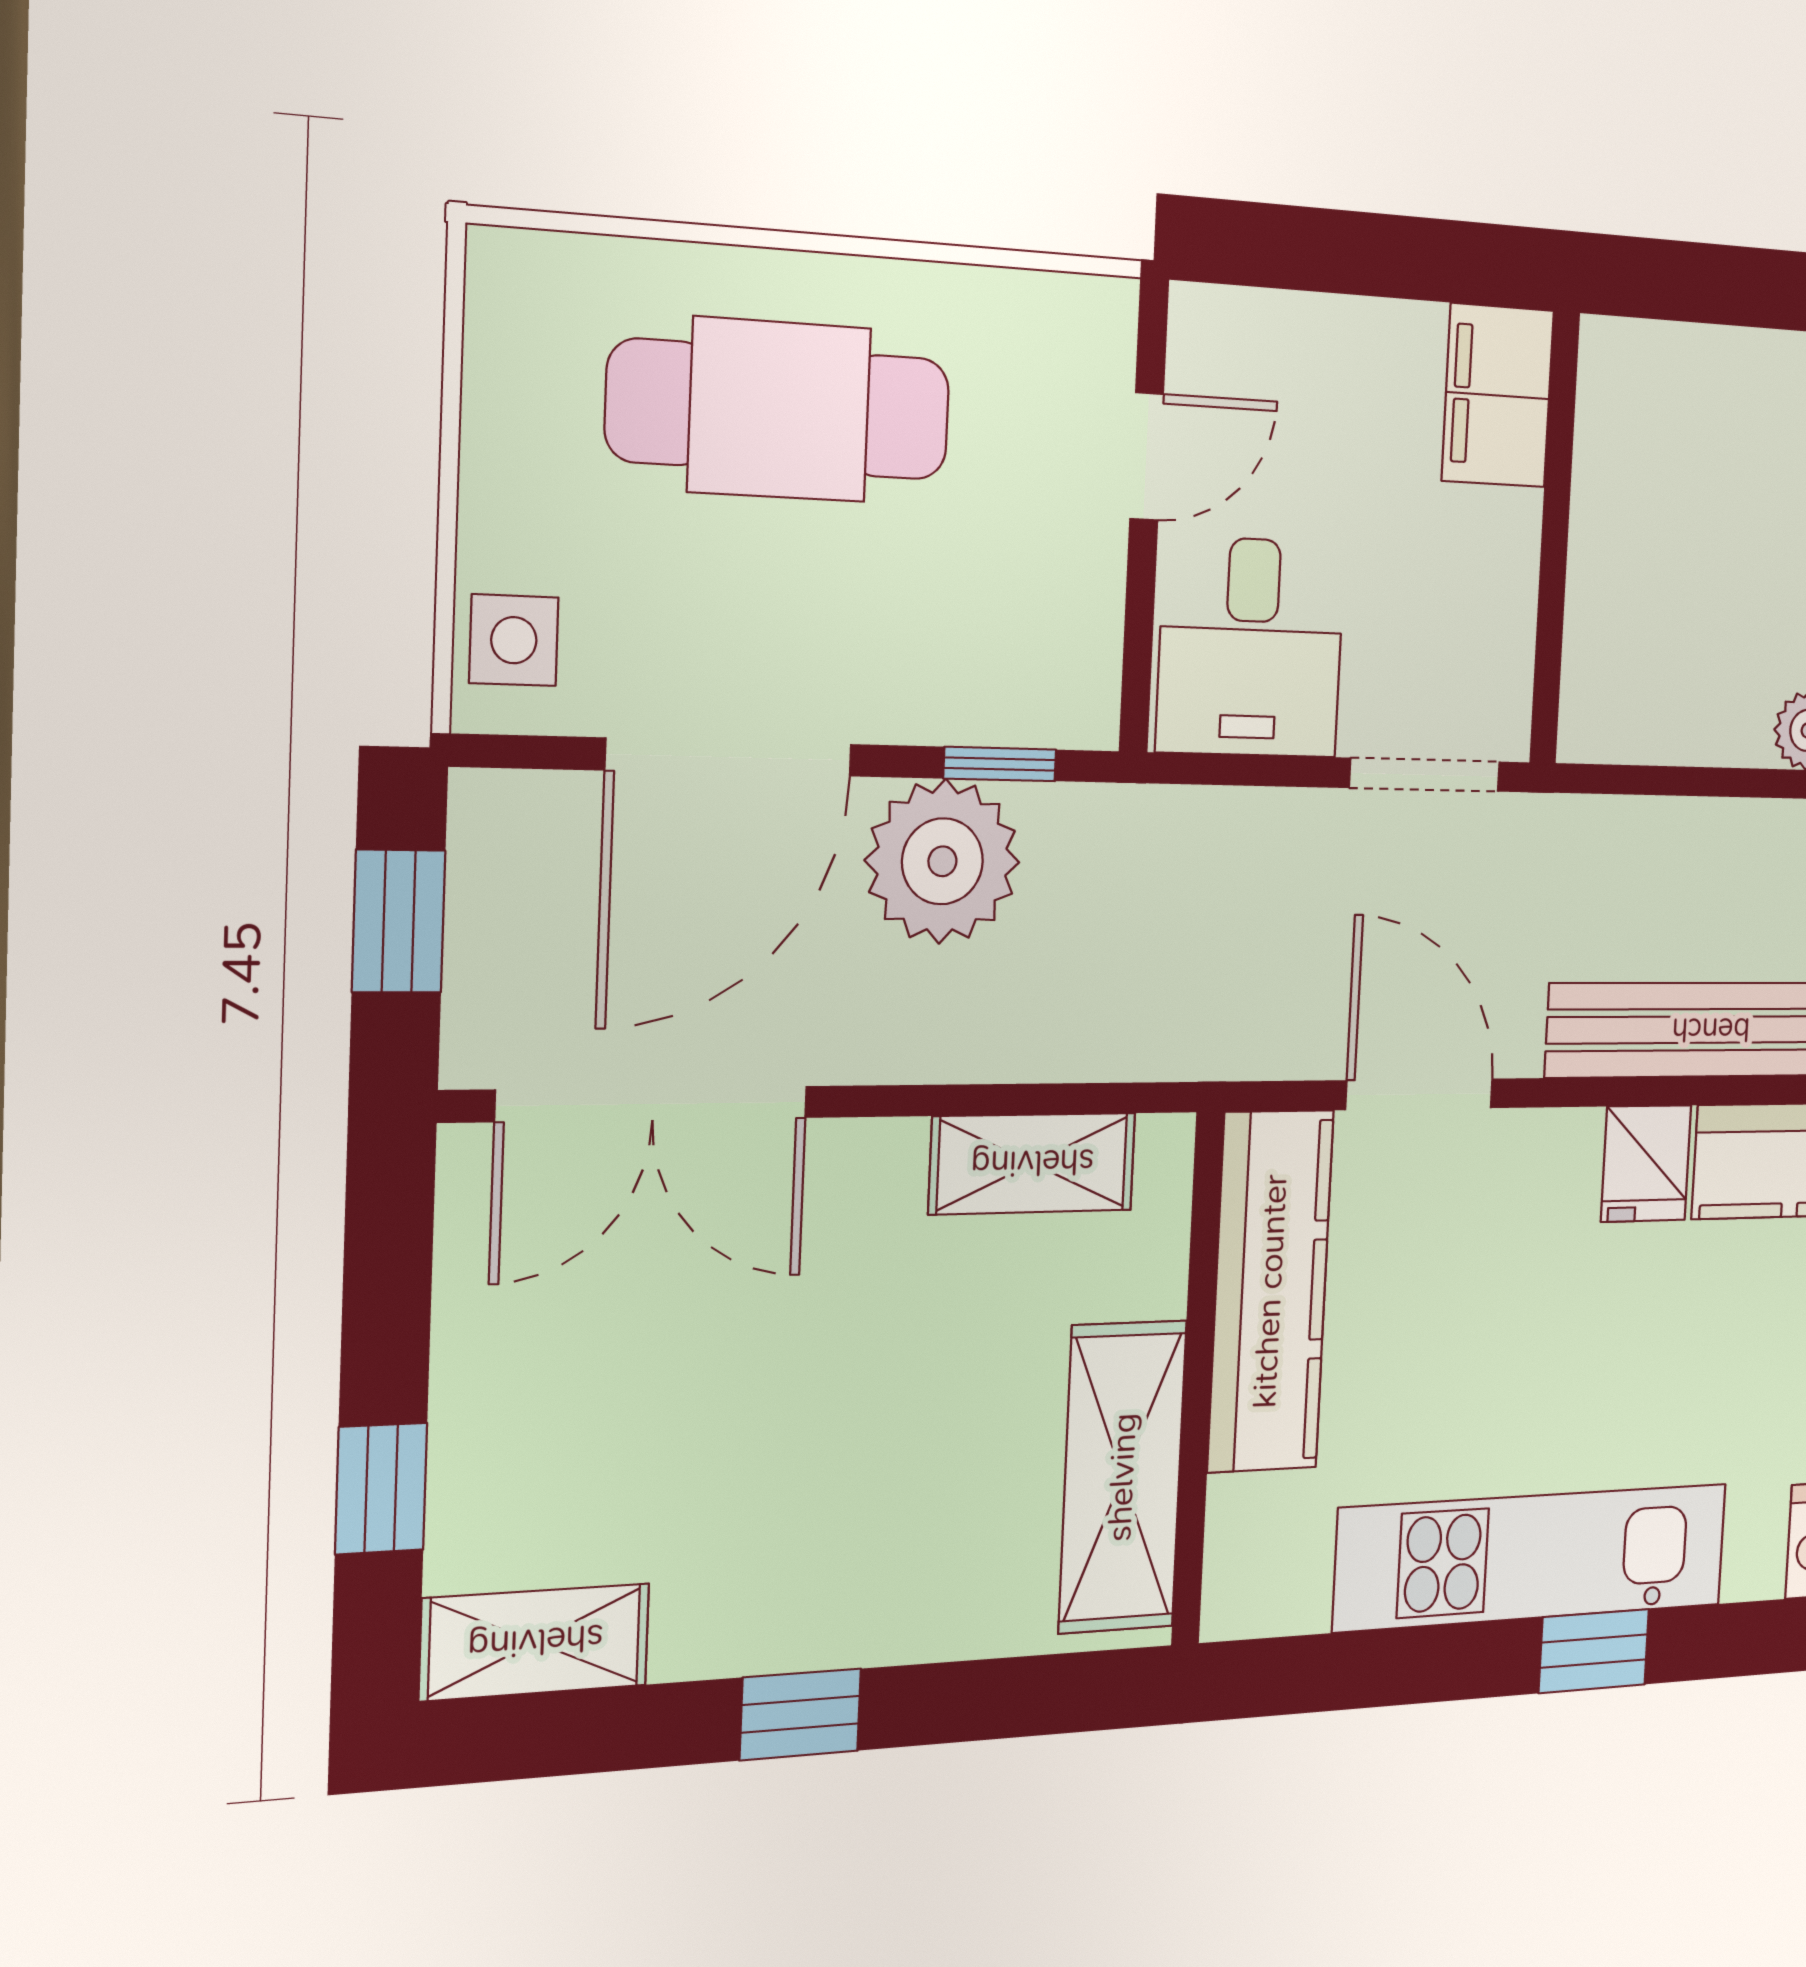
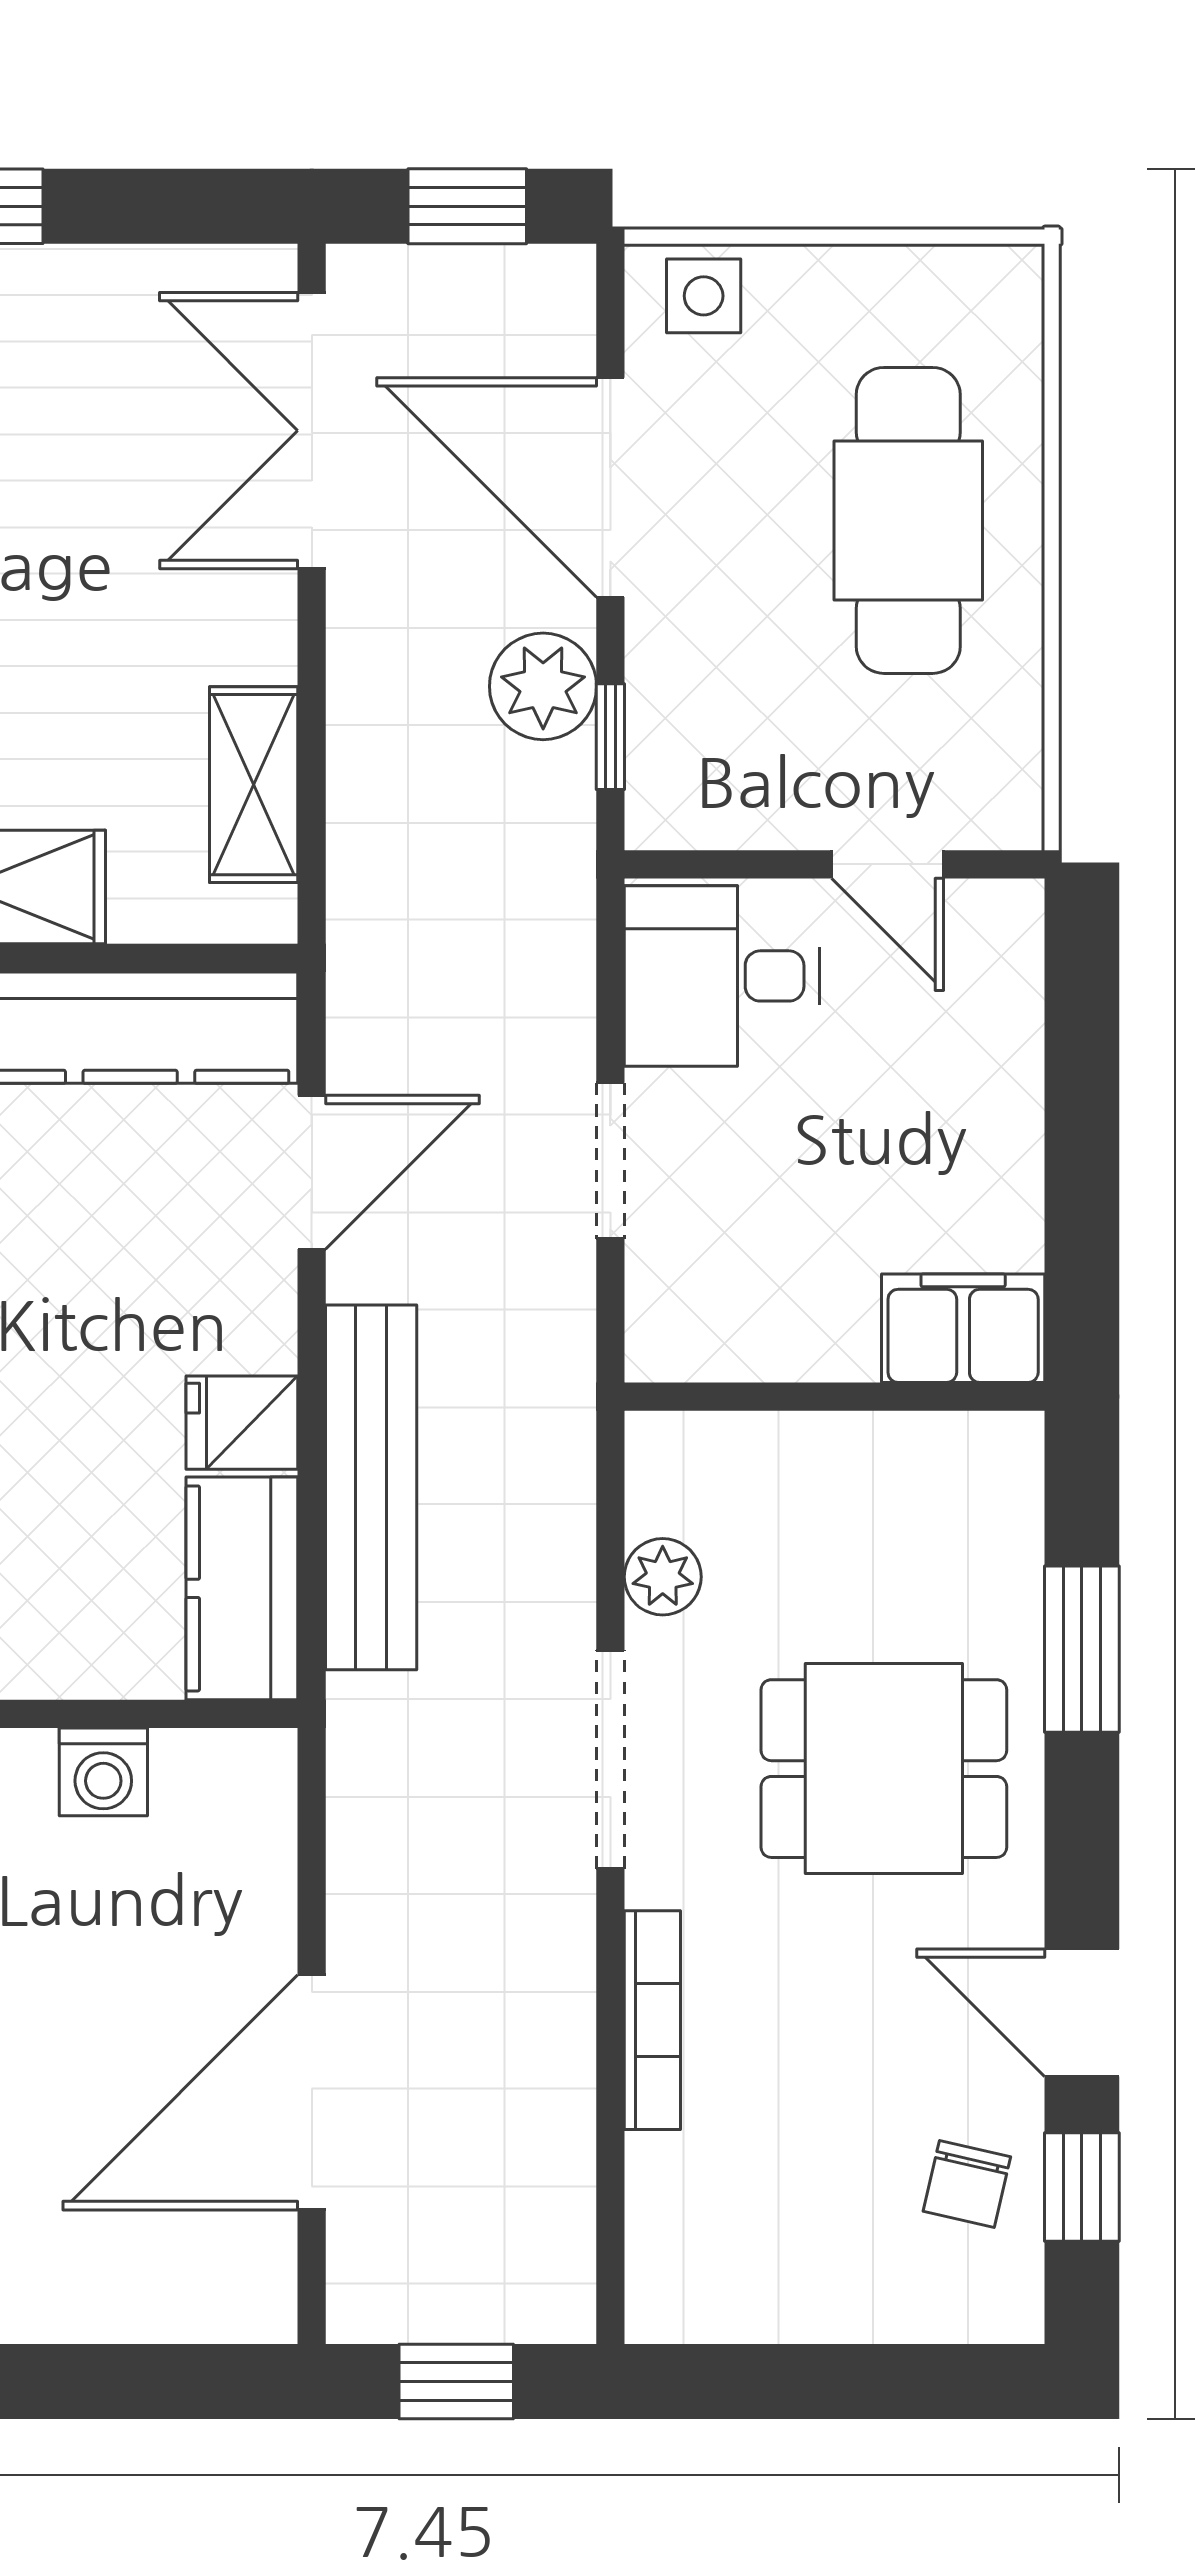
filing cabinet: (1498, 395) -> (963, 1328), moved
wall: (1555, 538) -> (834, 1397), moved
plant: (942, 861) -> (543, 686), width x0.73, depth x0.73

